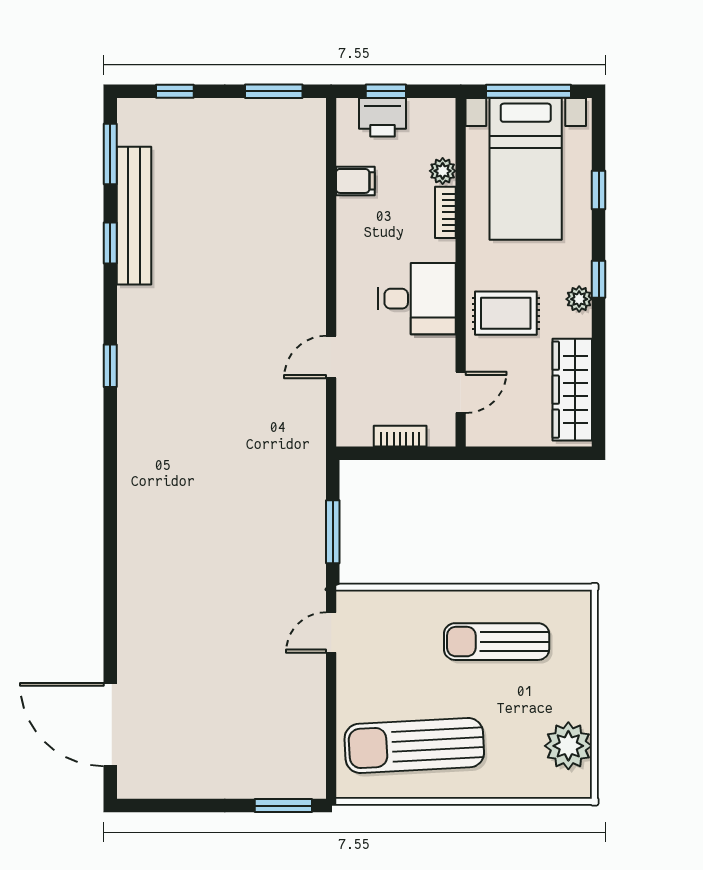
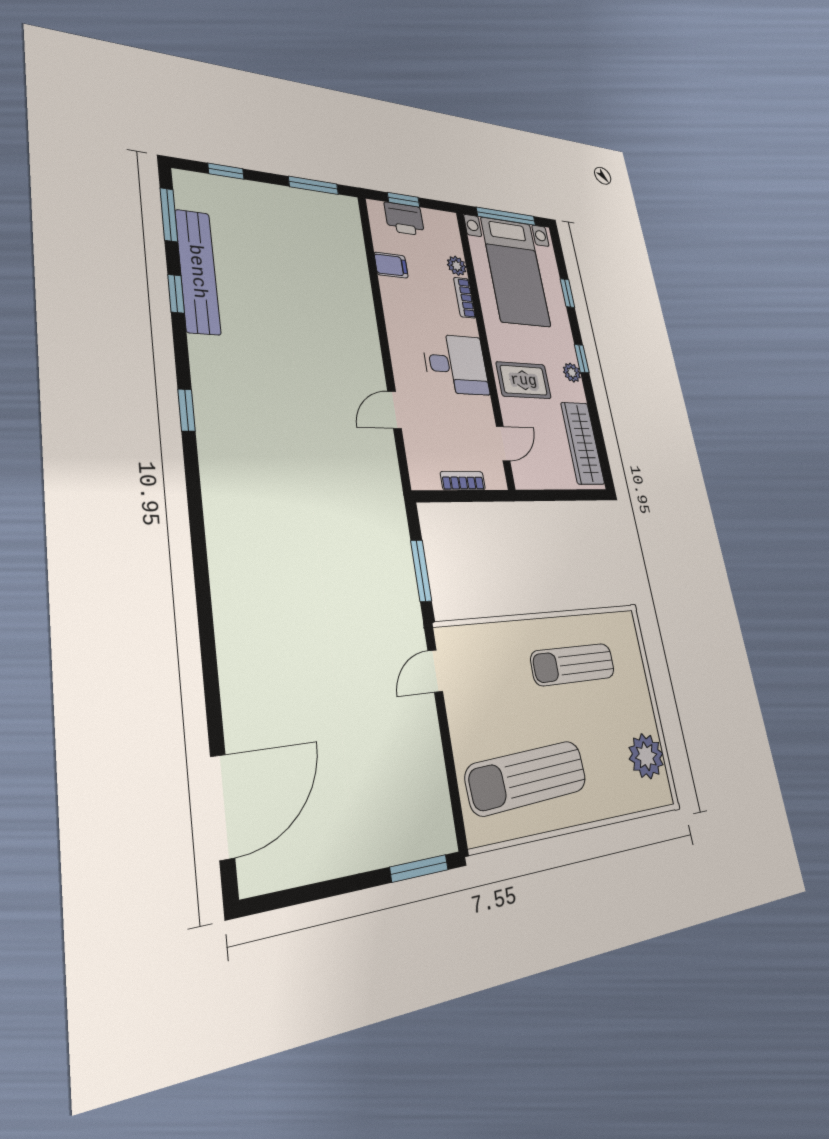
door: (110, 725) -> (222, 807), swing flipped

